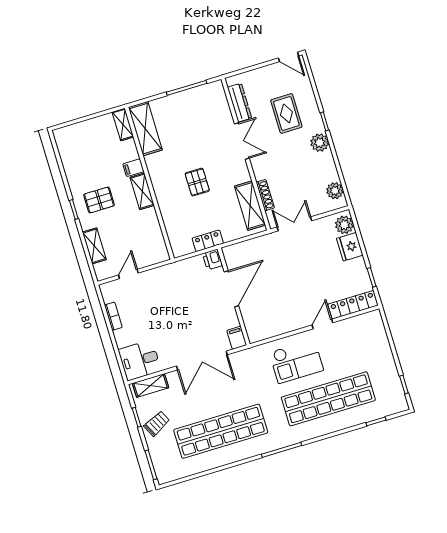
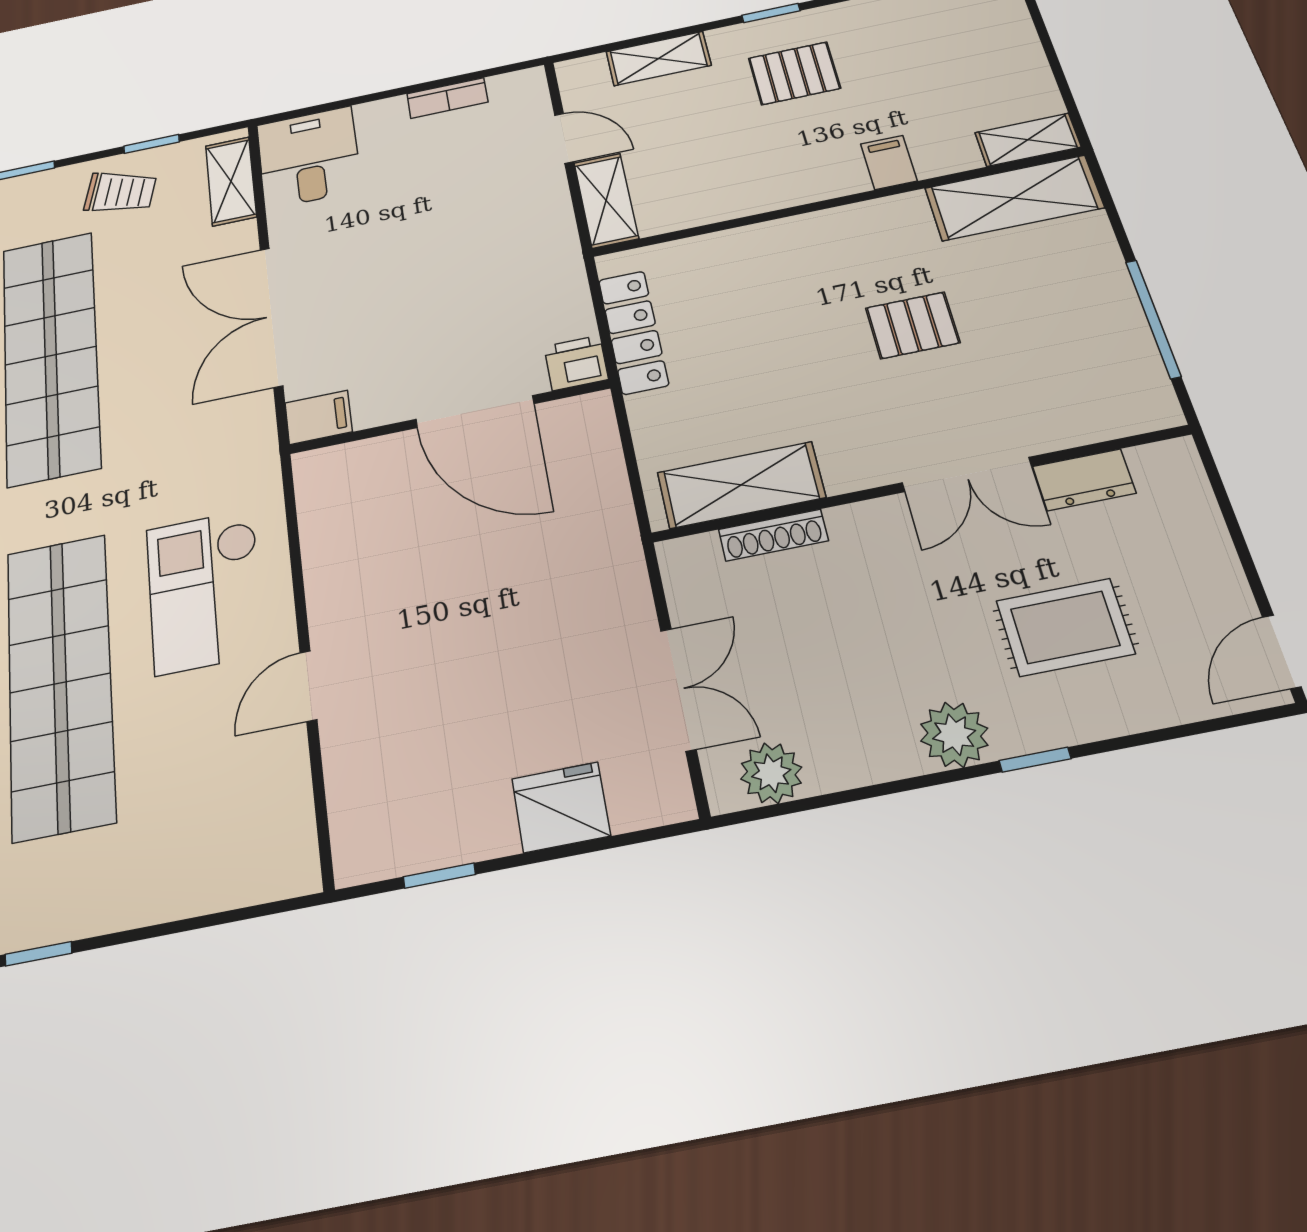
dresser: (240, 103) -> (1084, 480), width x0.70
pallet: (197, 182) -> (913, 325), moved
shelving: (142, 191) -> (606, 200), moved, turned 90
pallet: (99, 200) -> (794, 73), turned 90
double door: (294, 224) -> (678, 689), moved
plant: (344, 225) -> (643, 795), removed
locker: (208, 241) -> (633, 332), width x1.53
locker: (353, 305) -> (354, 798), removed
door: (322, 324) -> (308, 686), swing flipped
trolley: (157, 424) -> (120, 192), turned -48

